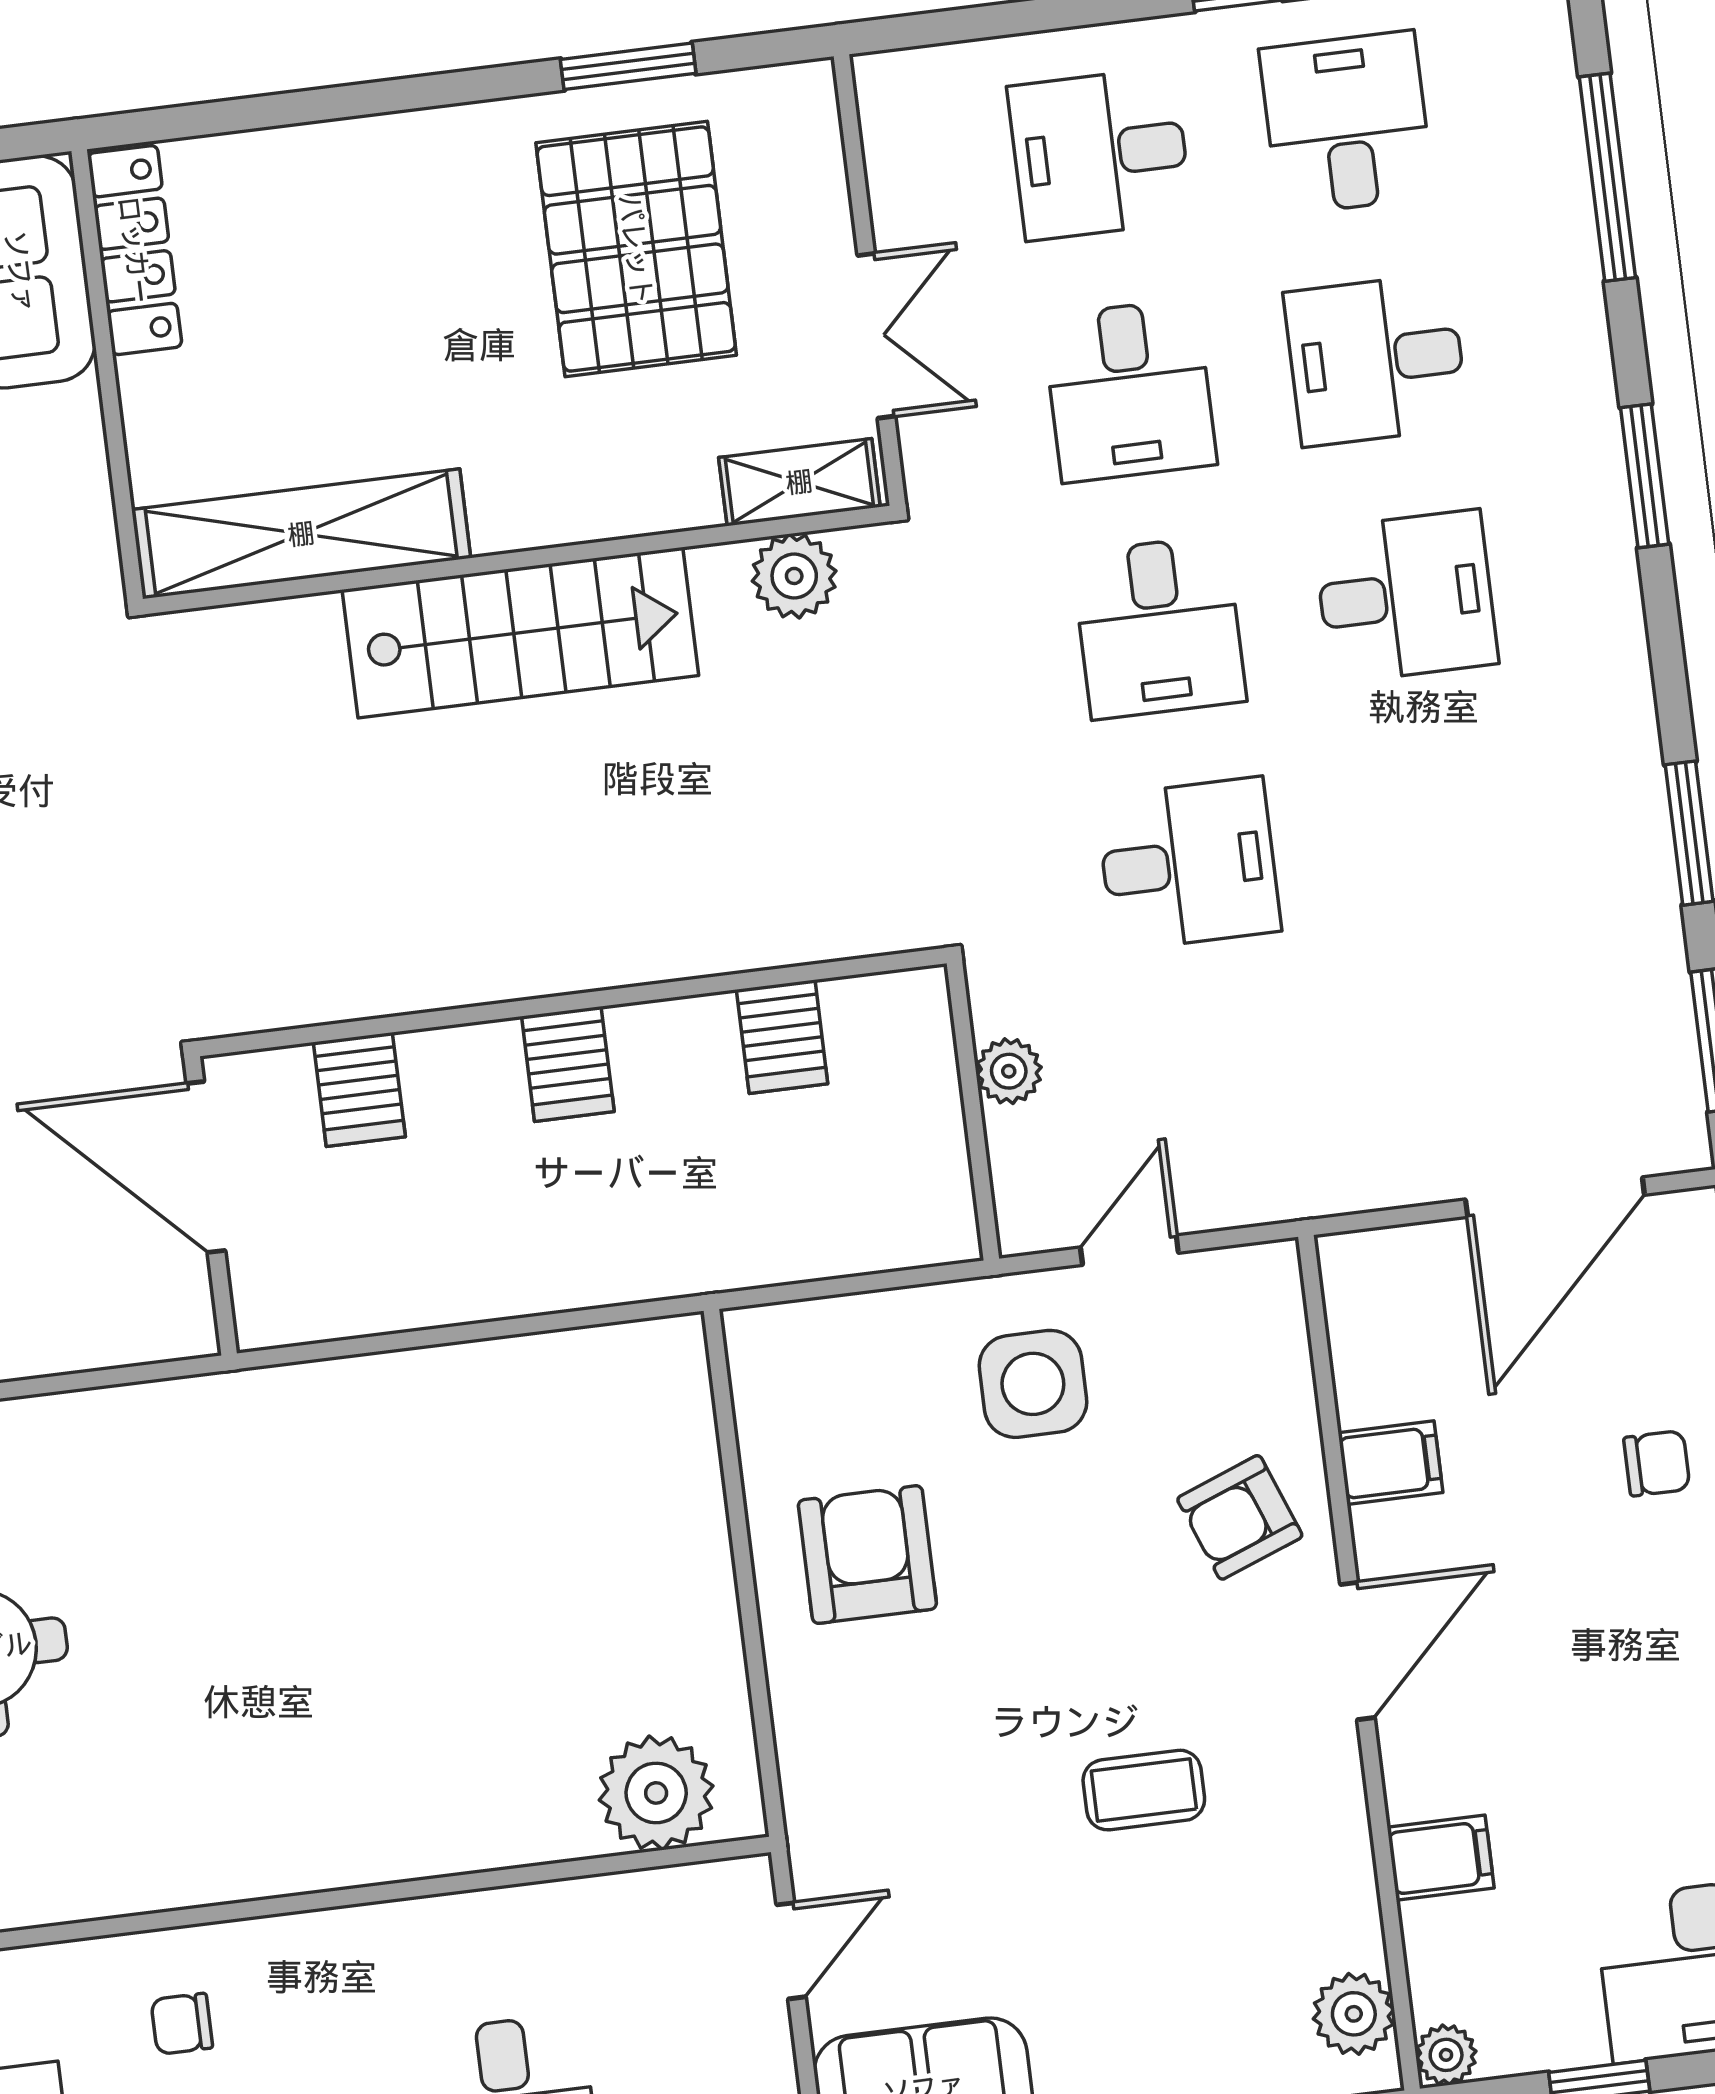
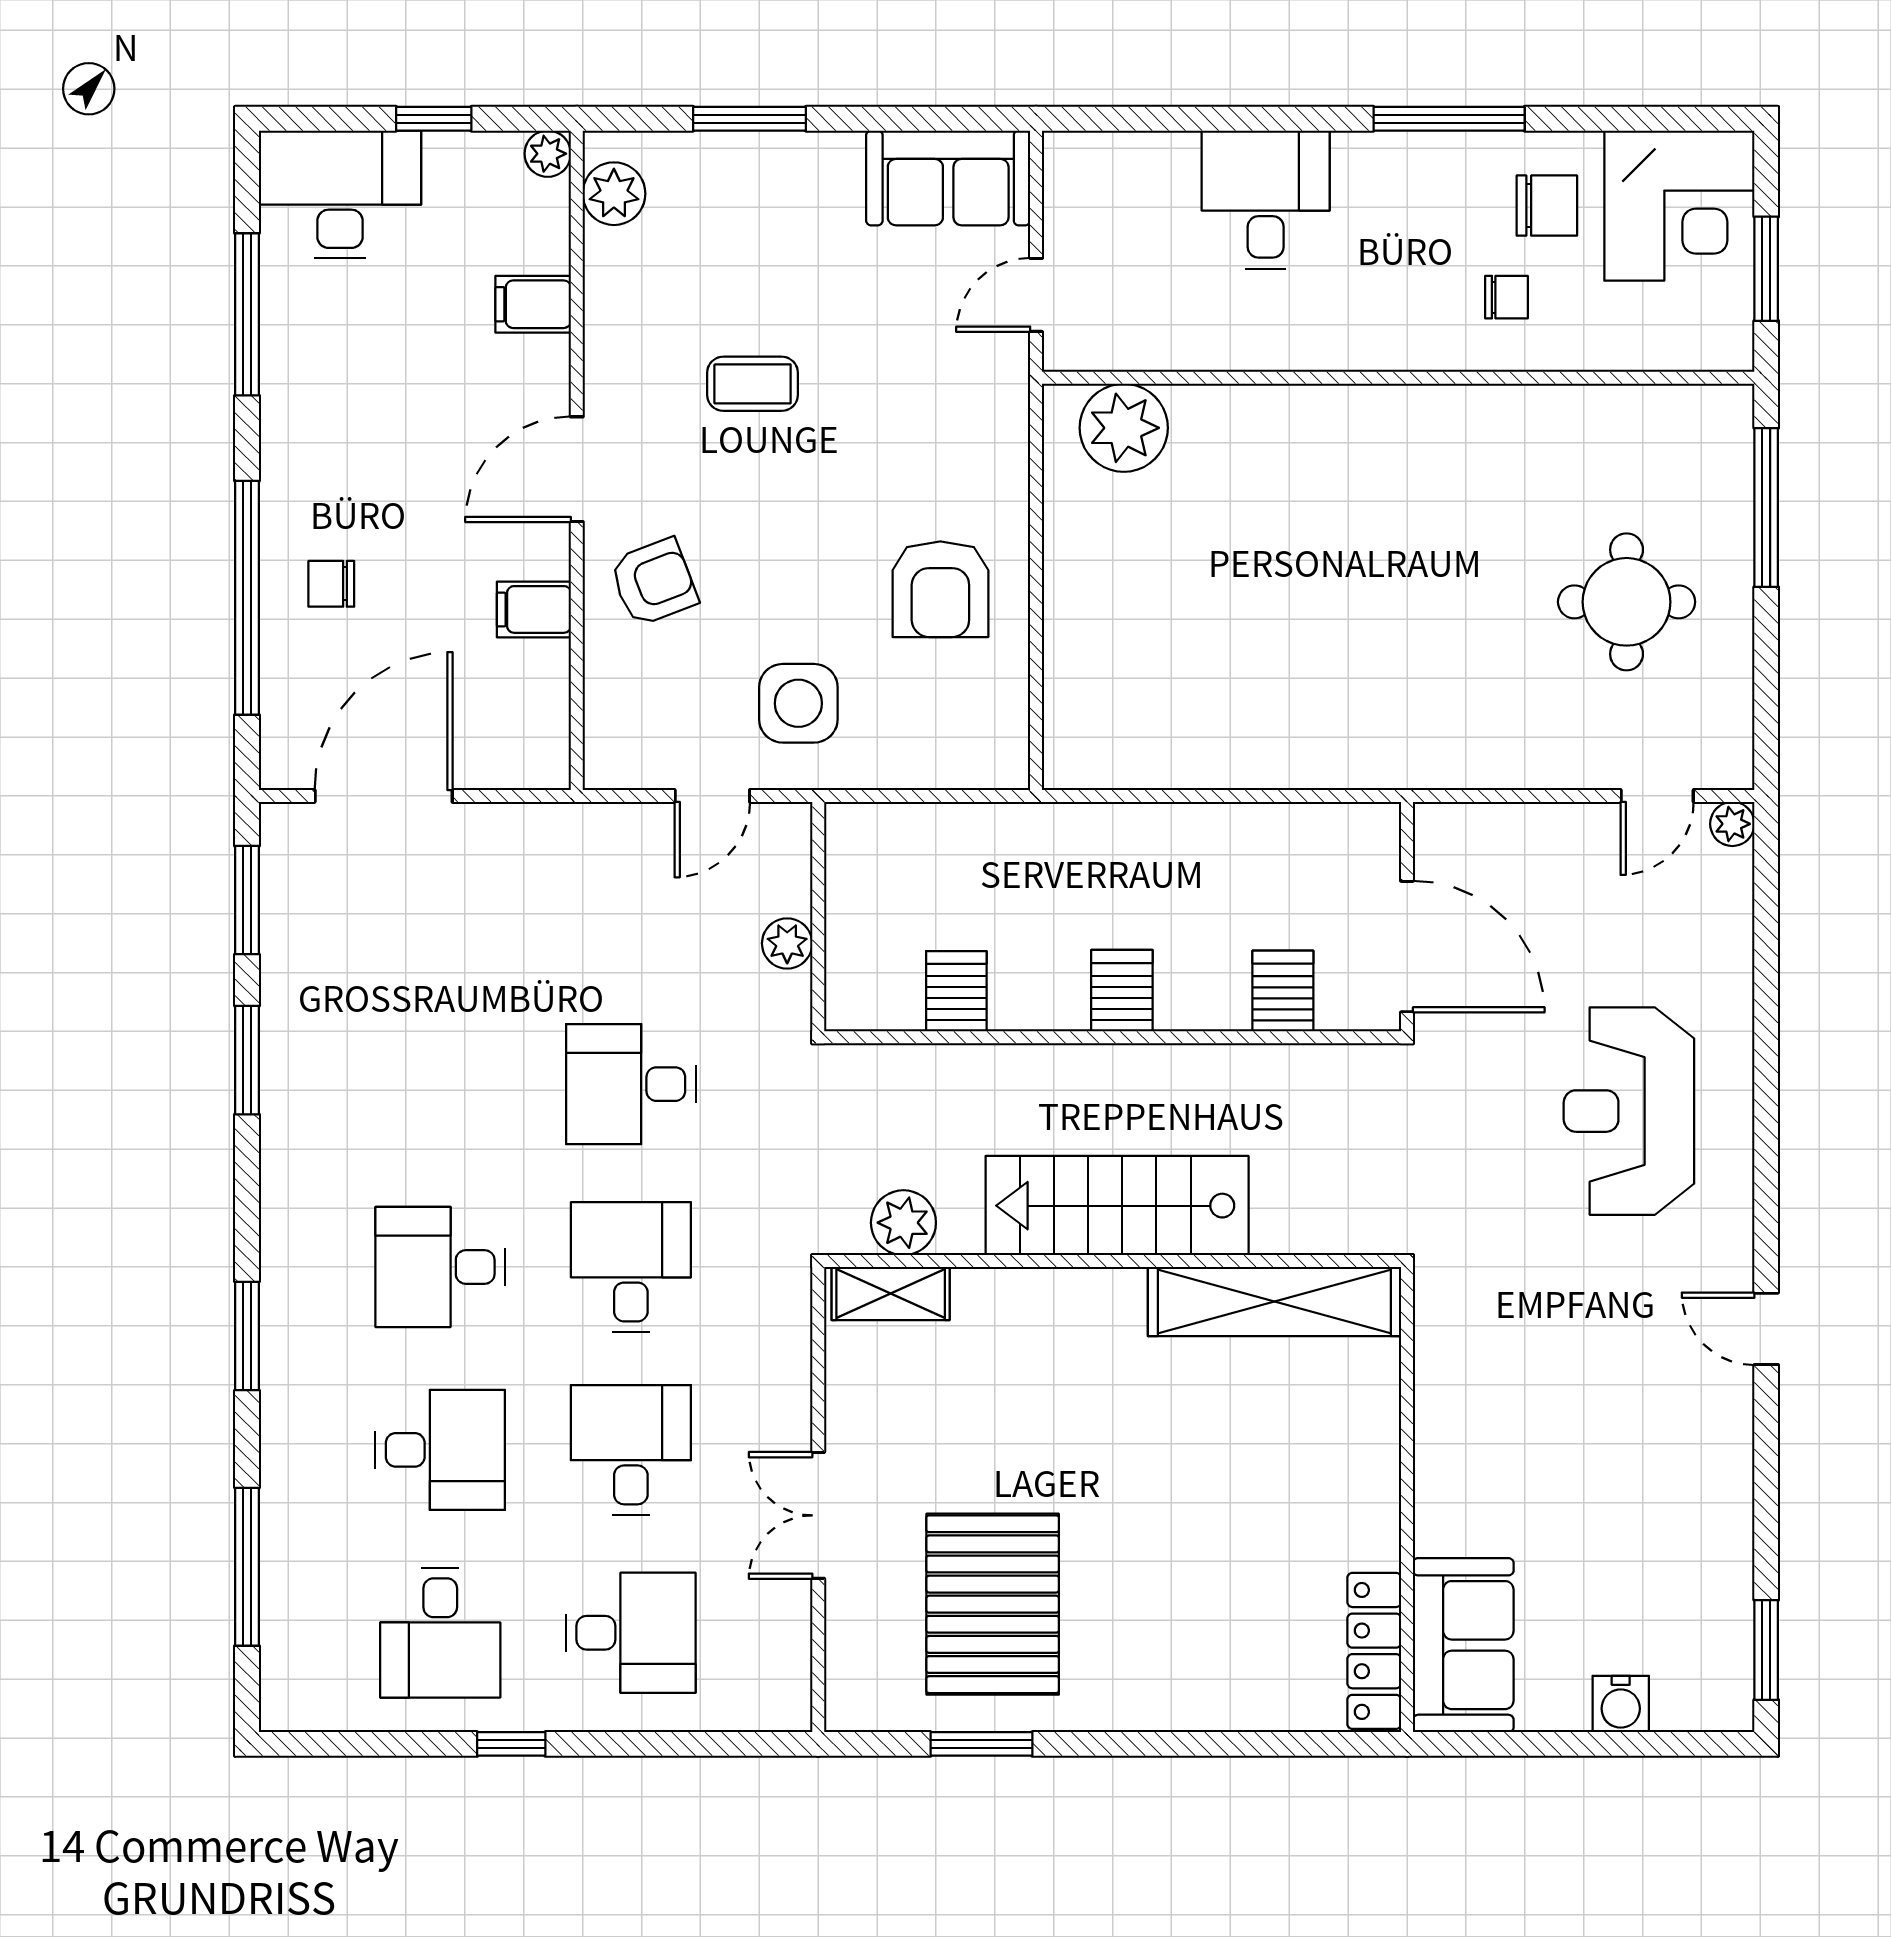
shelving: (799, 482) -> (891, 1294), moved
shelving: (301, 534) -> (1274, 1302), moved
wall: (517, 560) -> (1113, 1261), moved
plant: (794, 576) -> (903, 1223), moved
stairs: (520, 633) -> (1117, 1206), moved

